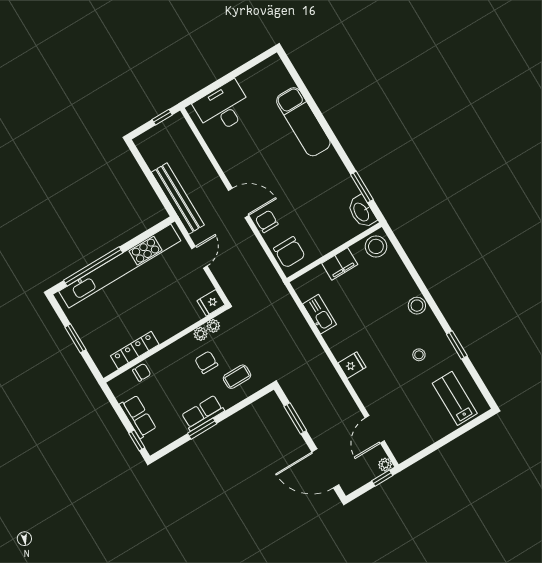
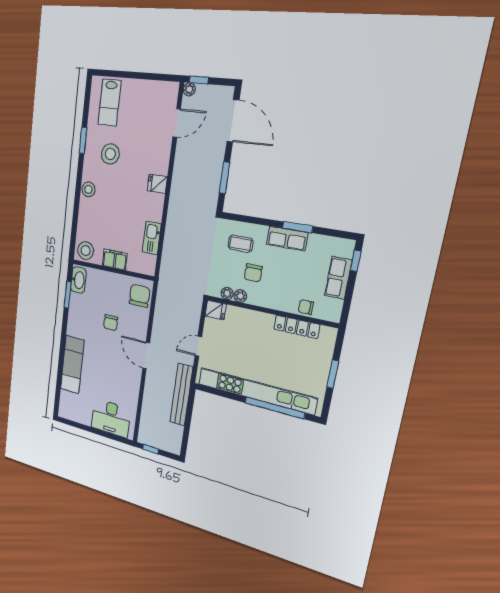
chair: (267, 221) -> (111, 323), moved
stool: (419, 355) -> (110, 154), width x1.89, depth x1.89

